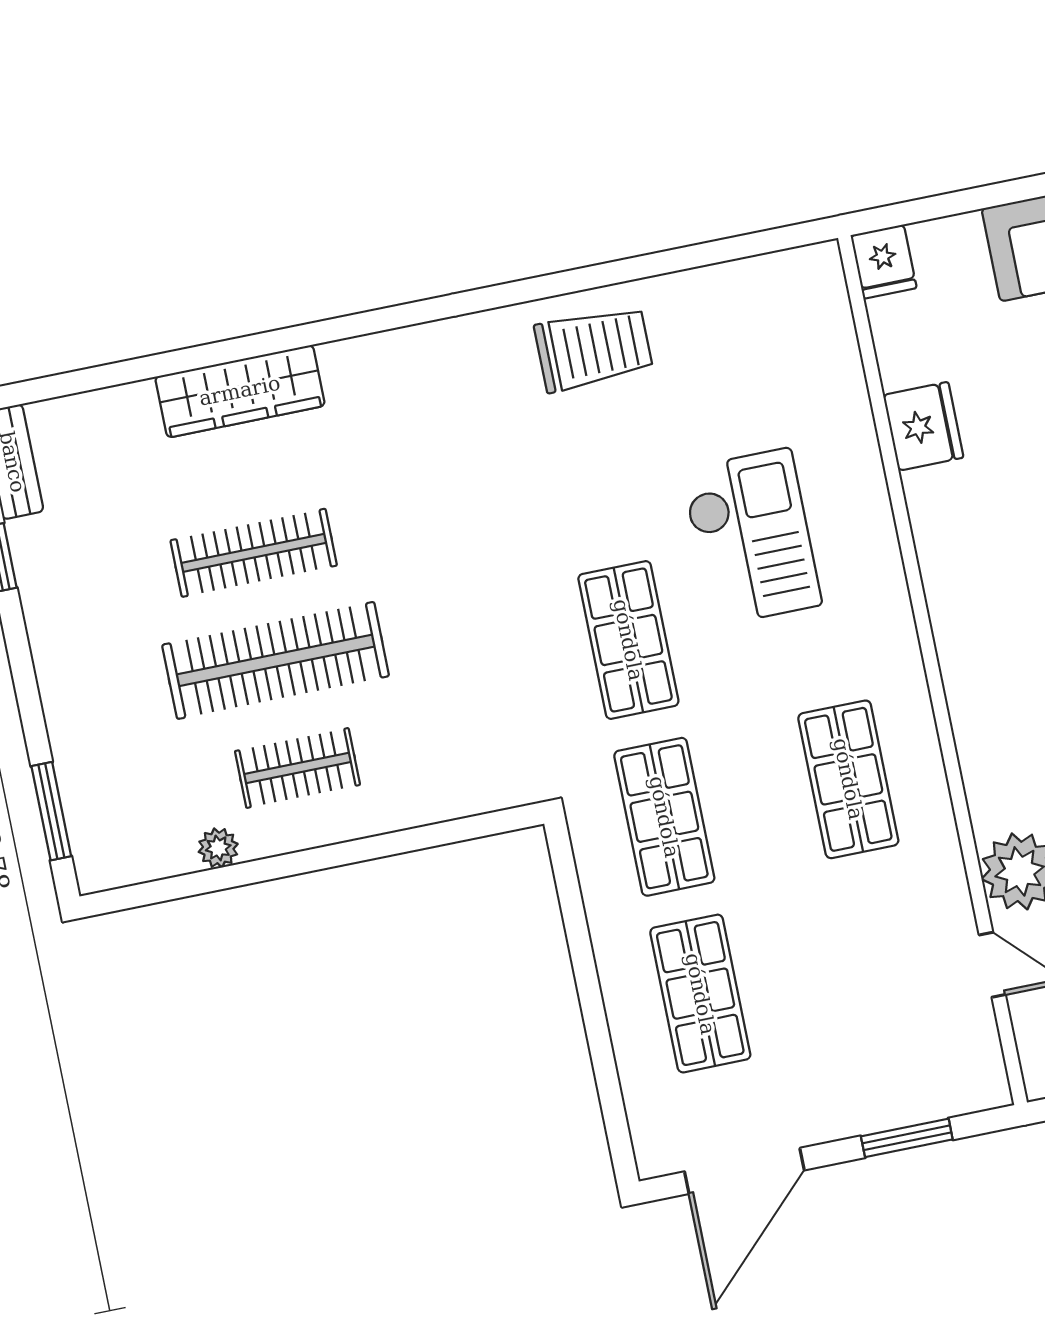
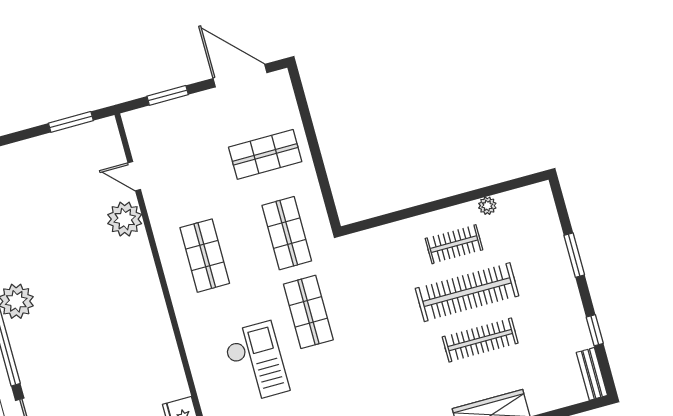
checkout: (751, 537) -> (256, 362), turned 180
window: (51, 811) -> (574, 255), moved
shop shelf: (700, 994) -> (265, 154), turned 90
door: (744, 1171) -> (240, 76), hinge flipped

